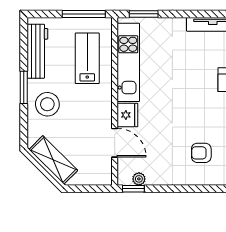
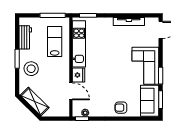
workbench: (37, 51) -> (25, 37), width x0.73
armchair: (201, 153) -> (121, 108), moved

